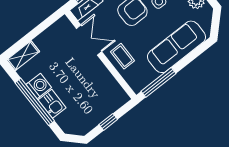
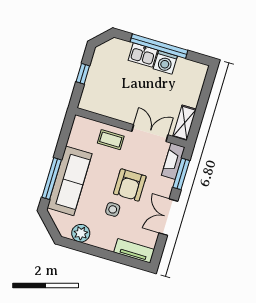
double door: (89, 40) -> (150, 133), swing flipped
shelving: (23, 56) -> (184, 123), moved
window: (159, 82) -> (52, 179), moved

